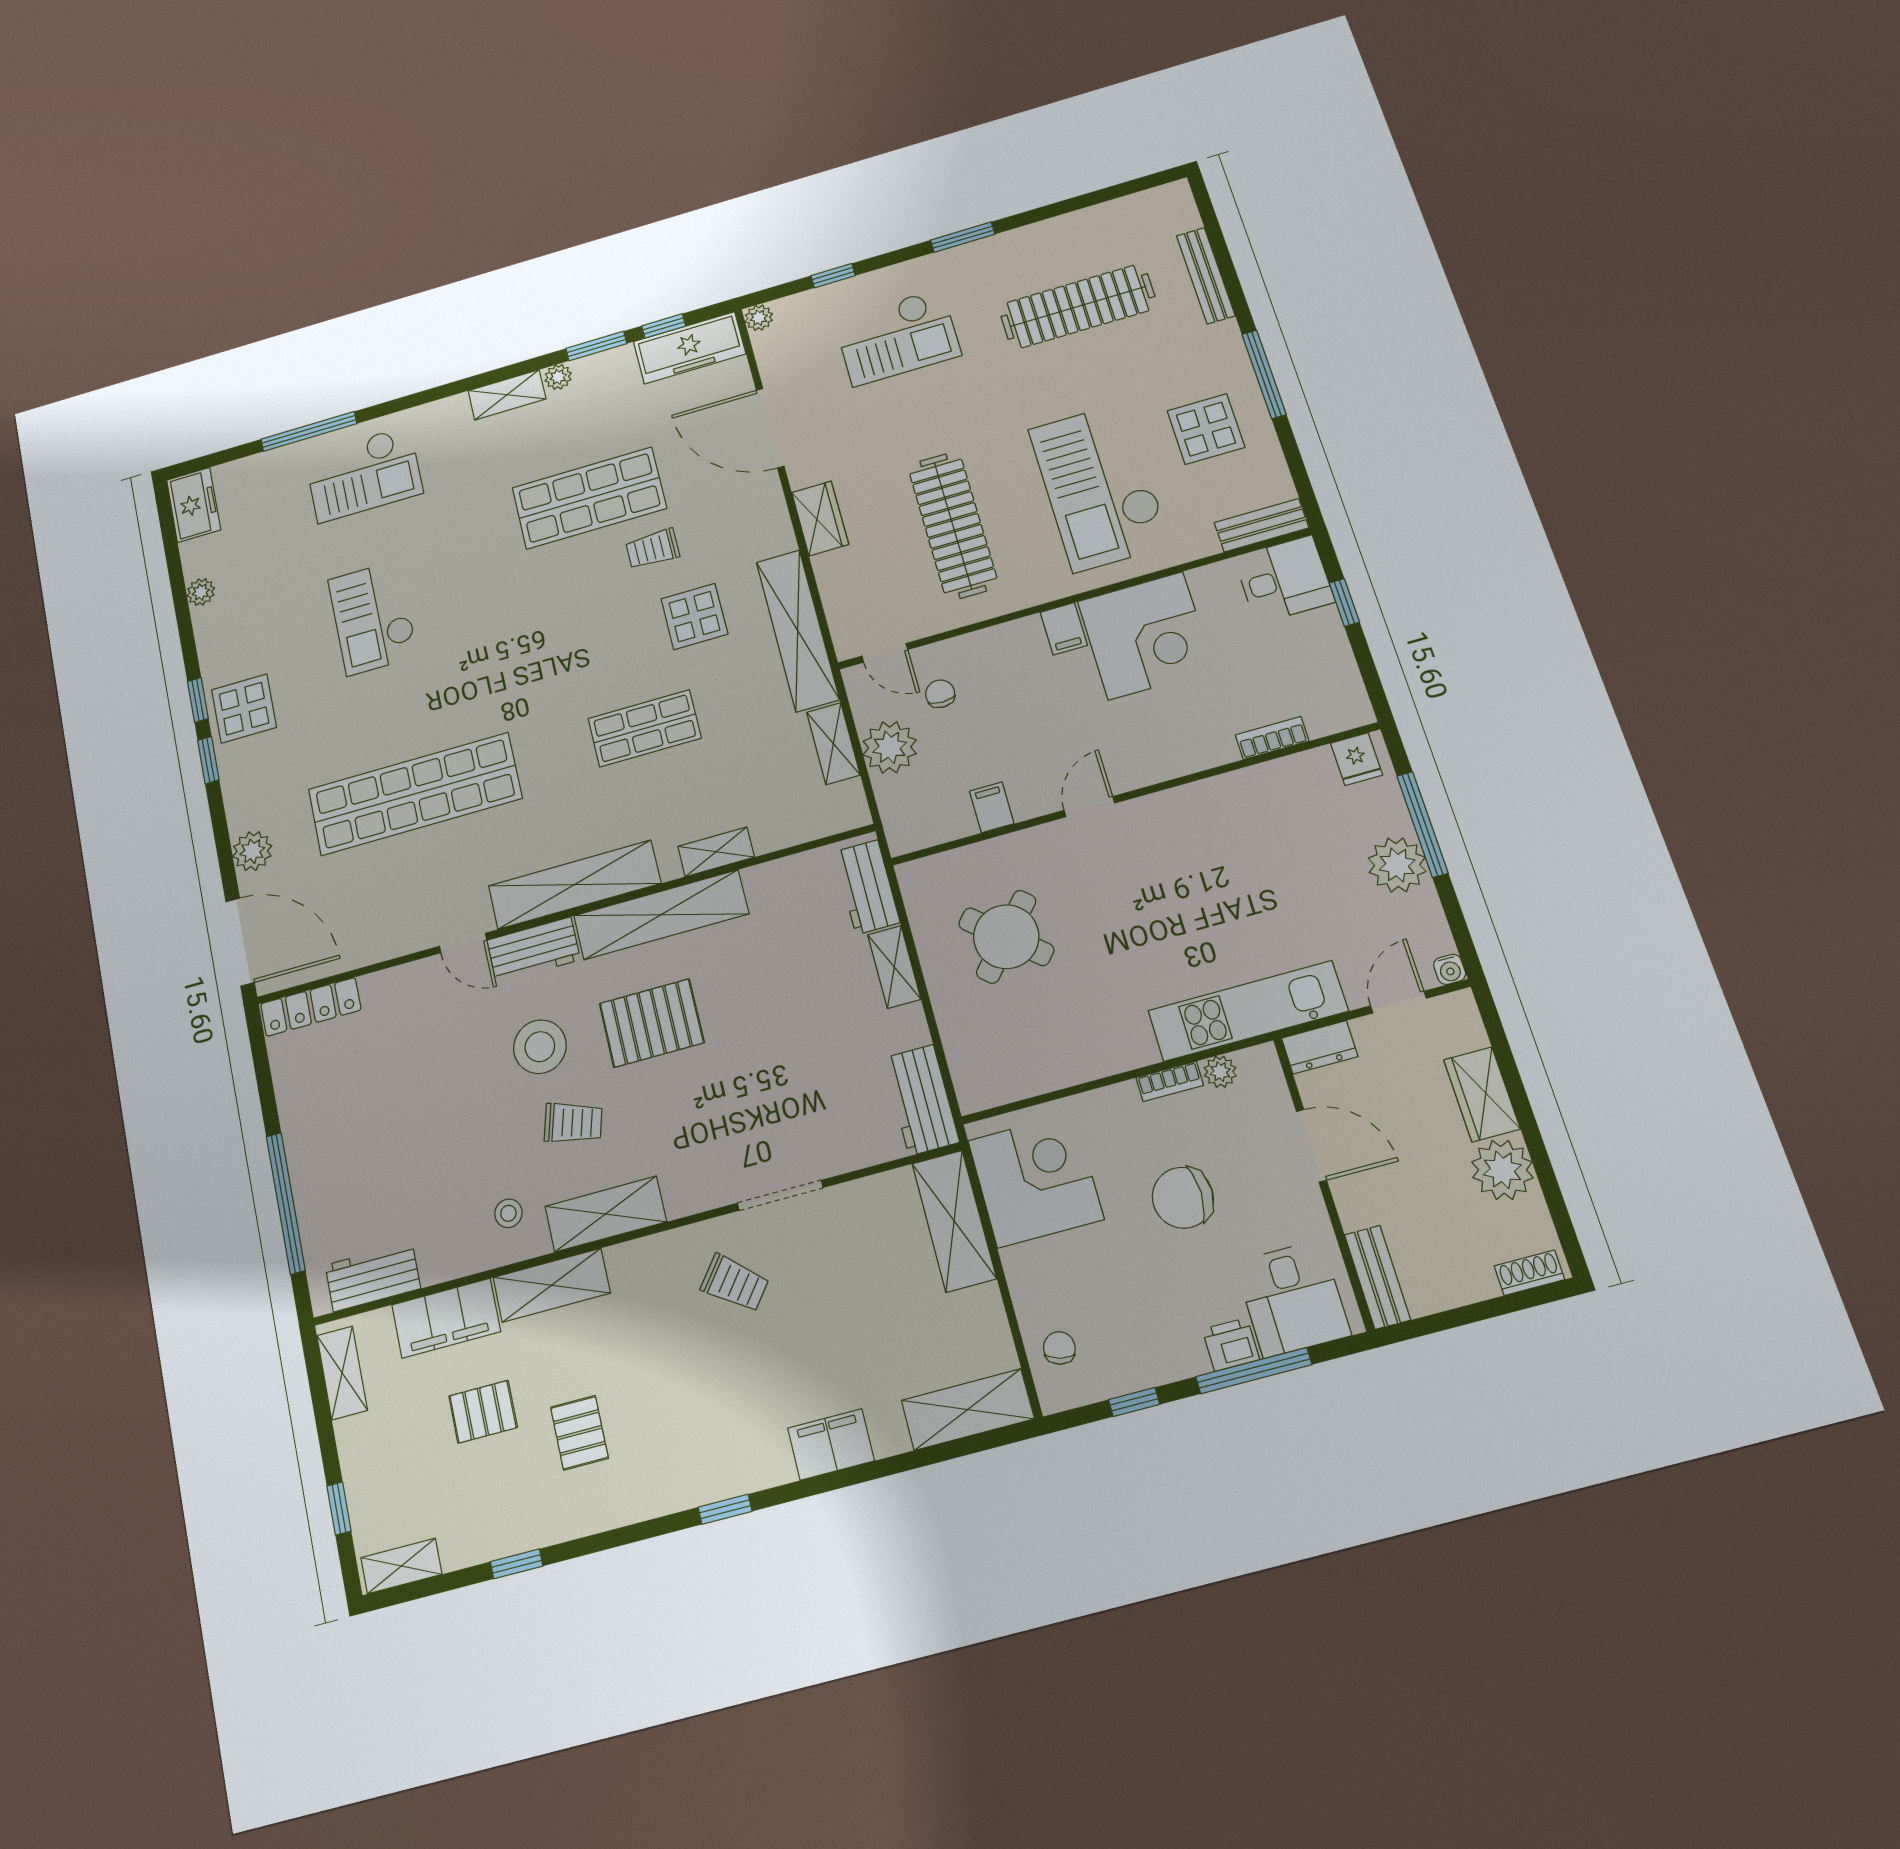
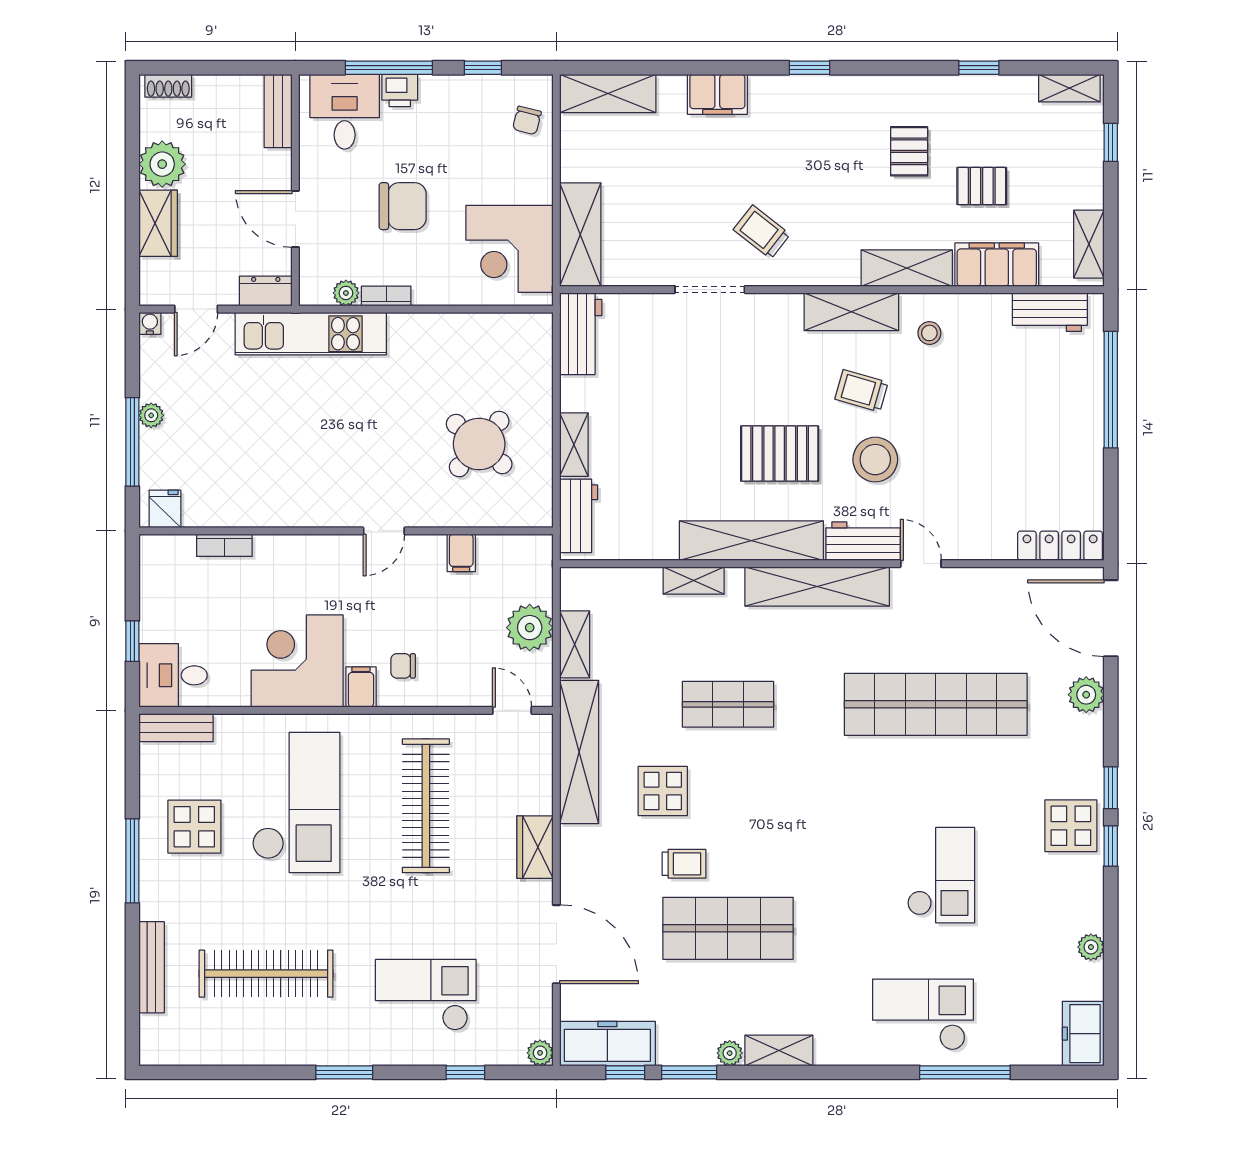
chair: (940, 694) -> (403, 666), moved, turned 90
plant: (1397, 865) -> (151, 415), width x0.53, depth x0.53

